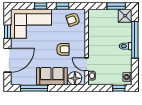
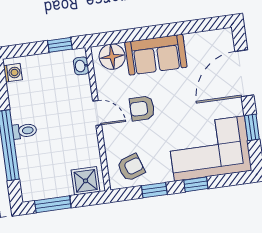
shower: (125, 16) -> (86, 181), moved
door: (87, 64) -> (97, 113), moved
window: (34, 88) -> (187, 27), removed
window: (119, 88) -> (60, 45), moved

